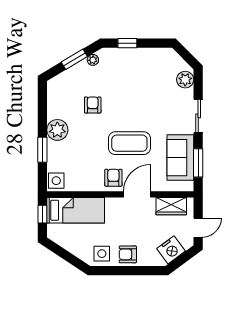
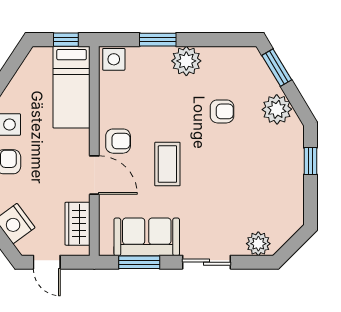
window: (74, 59) -> (277, 68), moved
plant: (93, 60) -> (277, 109), width x1.87, depth x1.87
coffee table: (129, 143) -> (167, 164), width x0.73, depth x0.76

